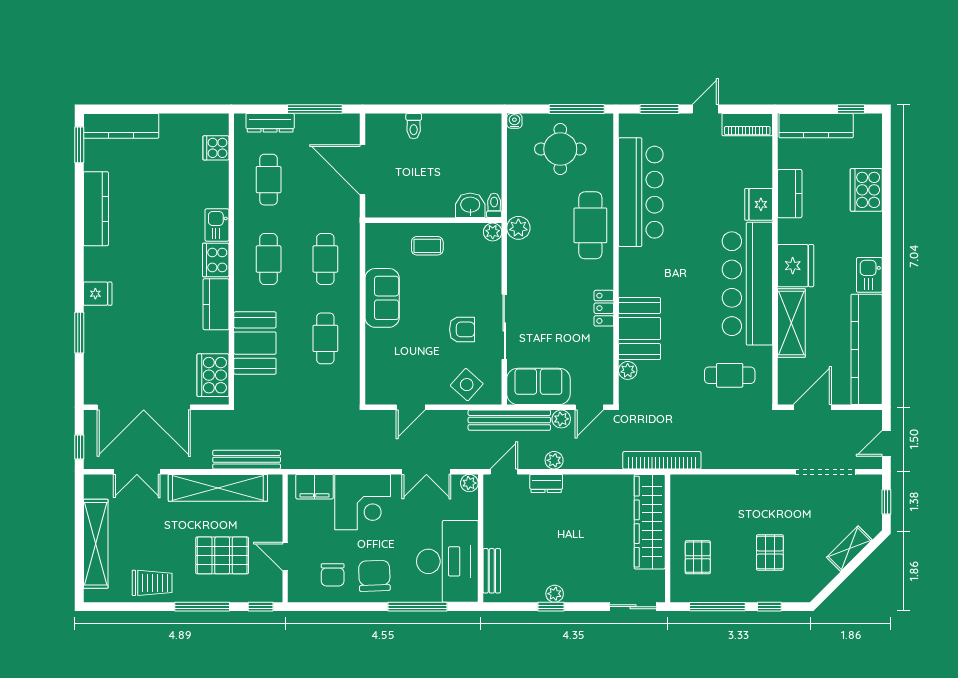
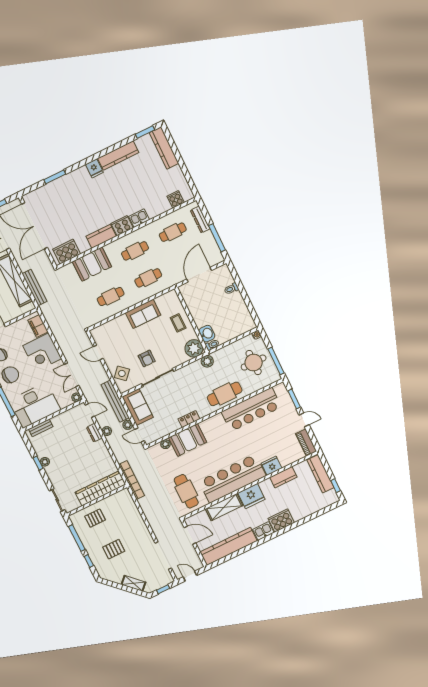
cooker: (866, 190) -> (281, 521), moved
plant: (493, 232) -> (194, 348), width x1.87, depth x1.87
fridge: (98, 294) -> (94, 168), moved
cafe table: (730, 375) -> (186, 491), width x1.37, depth x1.35

